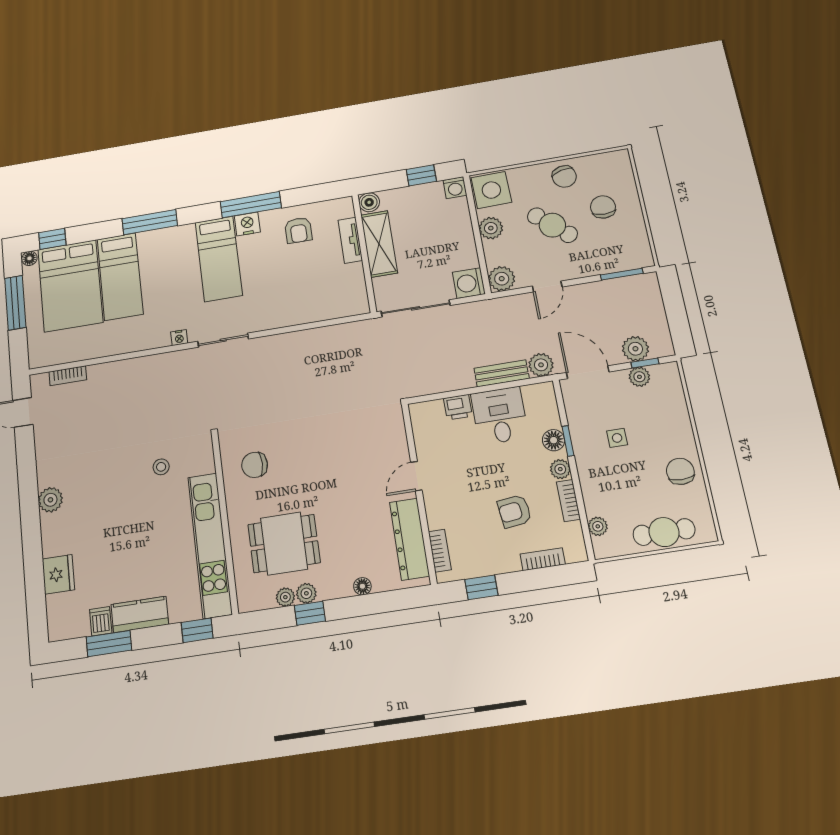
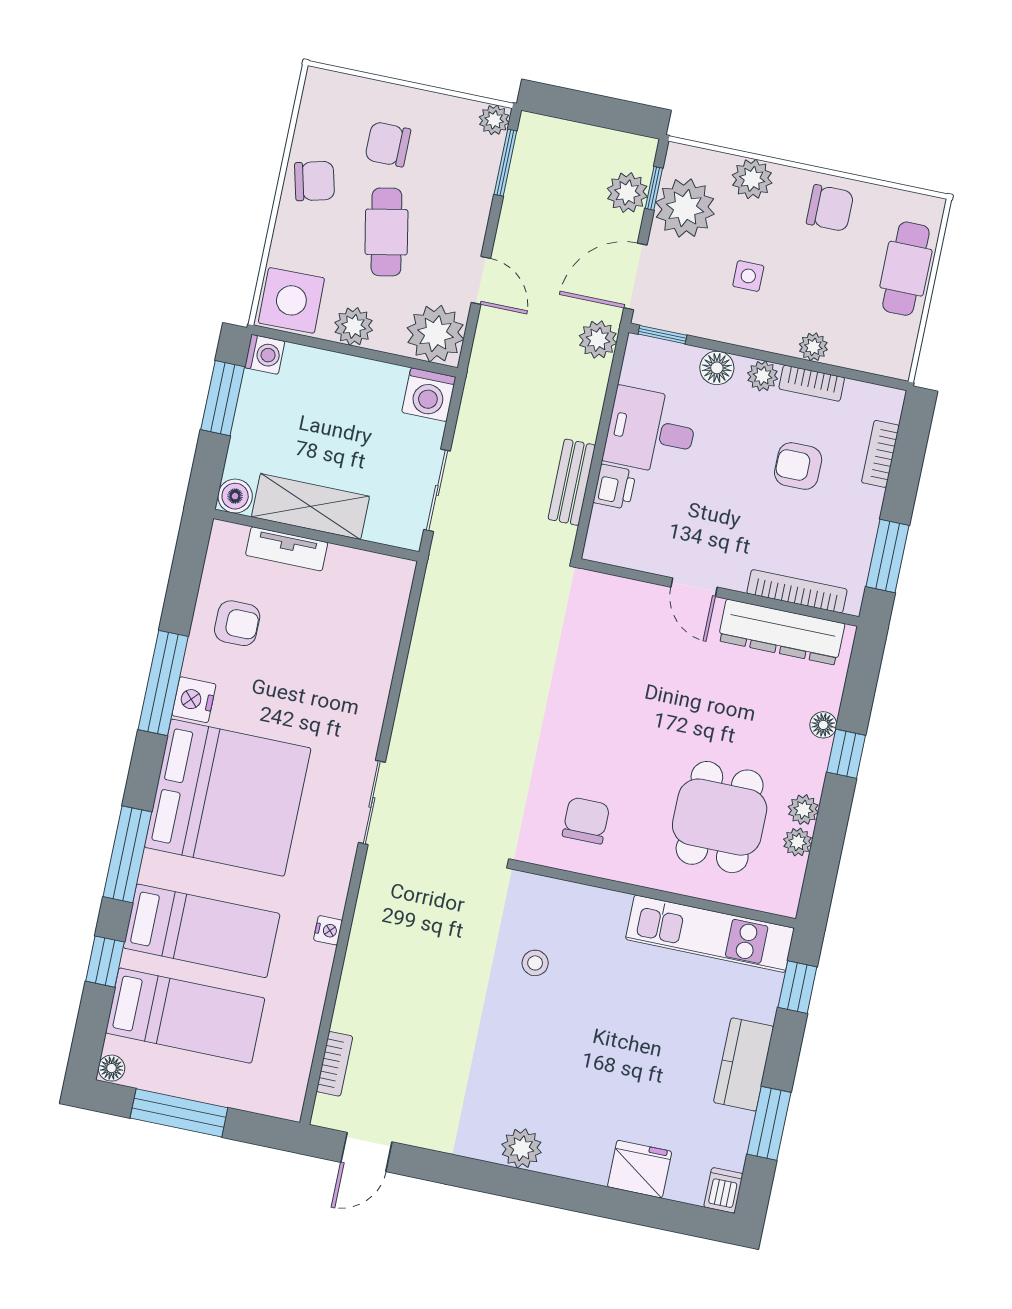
window: (421, 175) -> (223, 398), width x1.50
cafe table: (552, 225) -> (386, 232), turned -53
window: (52, 239) -> (105, 962), moved
bed: (219, 259) -> (228, 798), width x2.04
plant: (644, 259) -> (494, 120), added
plant: (502, 279) -> (435, 334), width x1.36, depth x1.36
bed: (70, 286) -> (185, 1016), width x0.67
sliding door: (416, 308) -> (437, 490), width x0.73
nightstand: (179, 338) -> (328, 930), moved
bench: (502, 373) -> (572, 482), moved
plant: (639, 377) -> (685, 208), width x1.88, depth x1.88
plant: (677, 418) -> (752, 179), added
window: (568, 441) -> (662, 335), moved
chair: (255, 465) -> (586, 820), turned 180
chair: (680, 471) -> (830, 208), turned 180
armchair: (514, 511) -> (798, 466), turned 97
plant: (598, 526) -> (813, 347), moved
kitchen unit: (210, 545) -> (710, 934), width x0.73
bookcase: (440, 551) -> (797, 591), width x1.56
window: (481, 587) -> (887, 556), width x1.50
window: (310, 613) -> (846, 754), moved
dishwasher: (101, 621) -> (723, 1190), moved, turned 90

